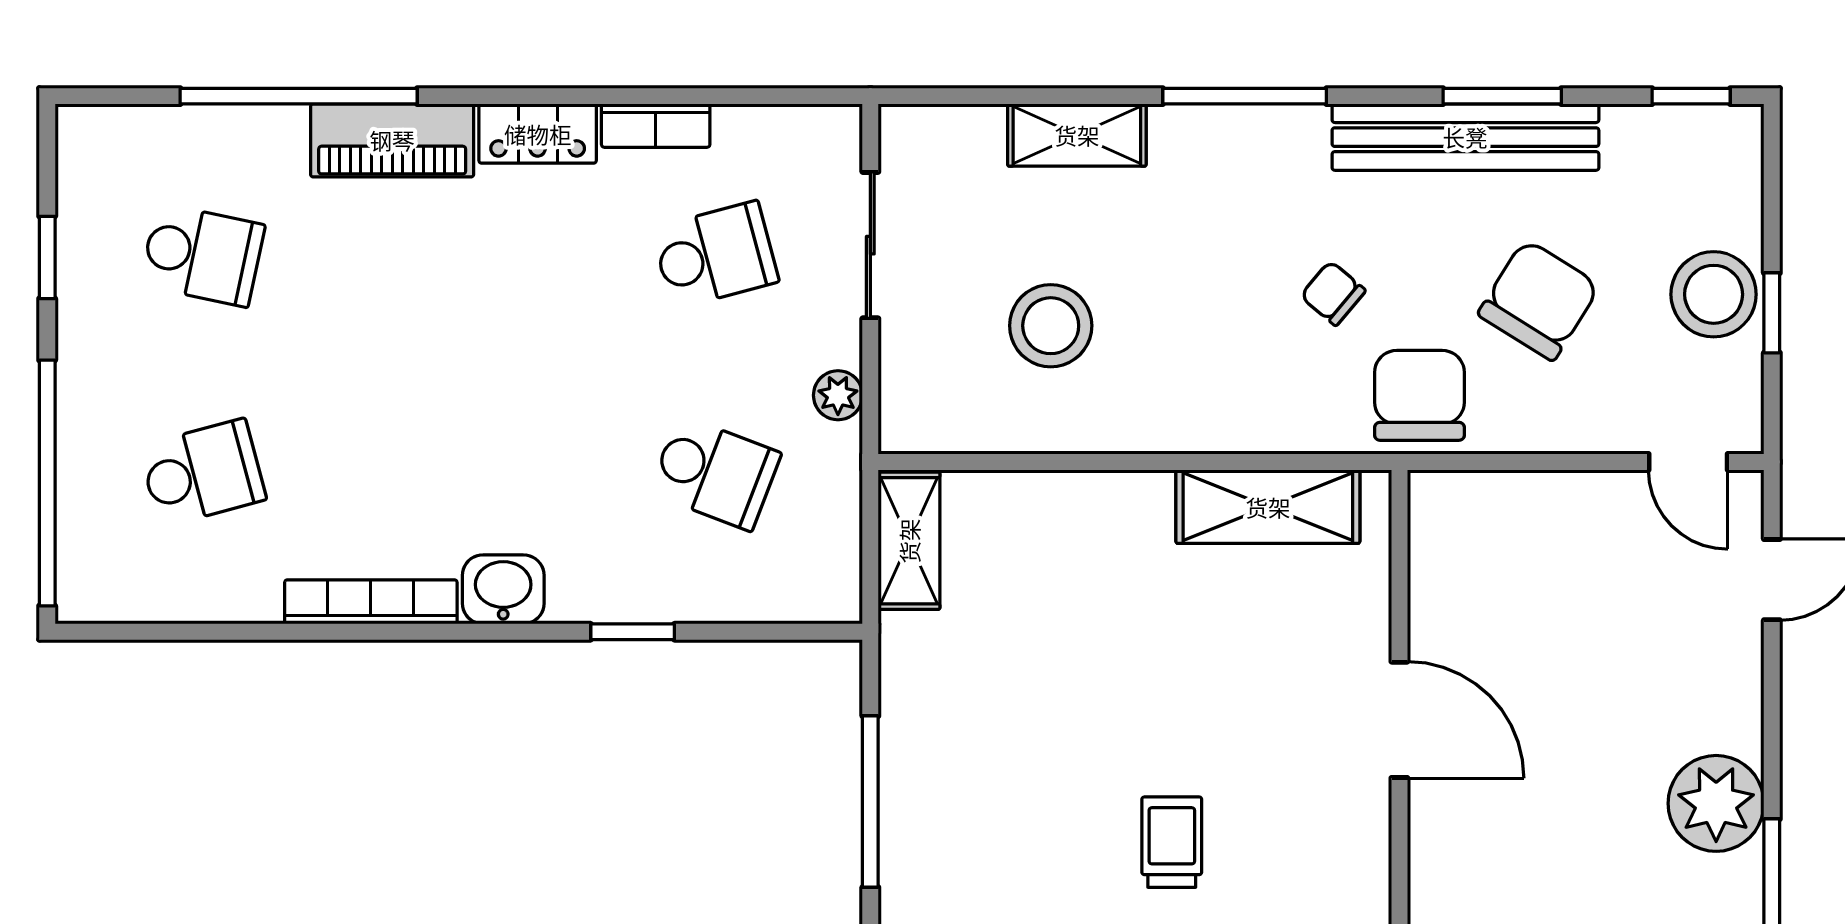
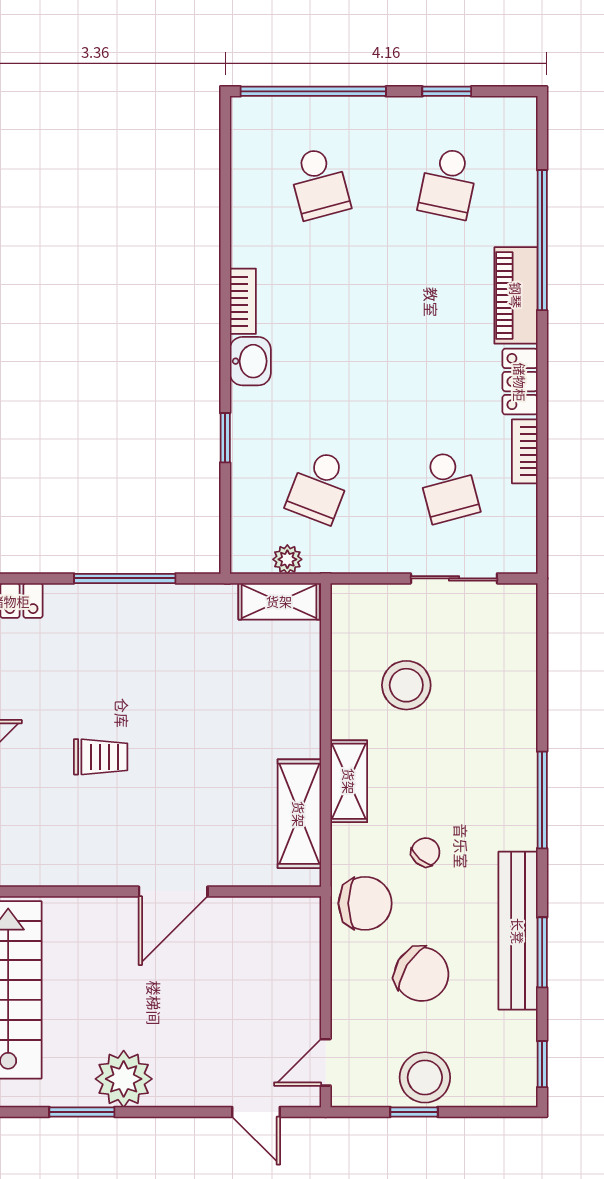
shelving: (1077, 135) -> (349, 781), moved
plant: (838, 395) -> (287, 559), moved
bookcase: (371, 602) -> (243, 301), width x0.64

